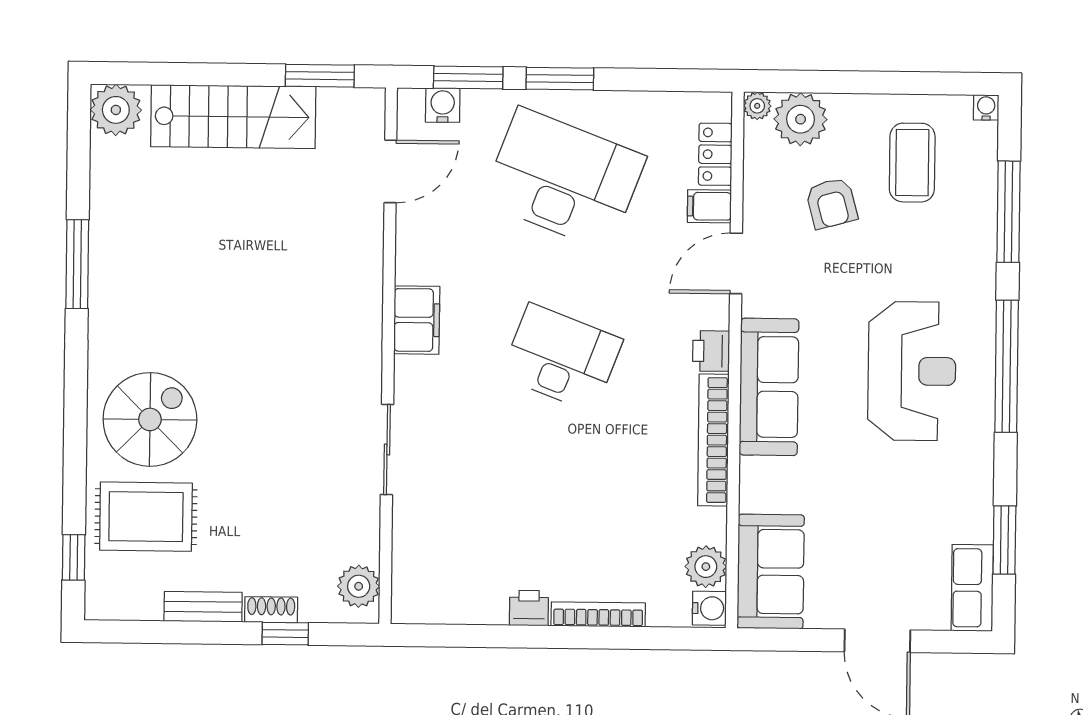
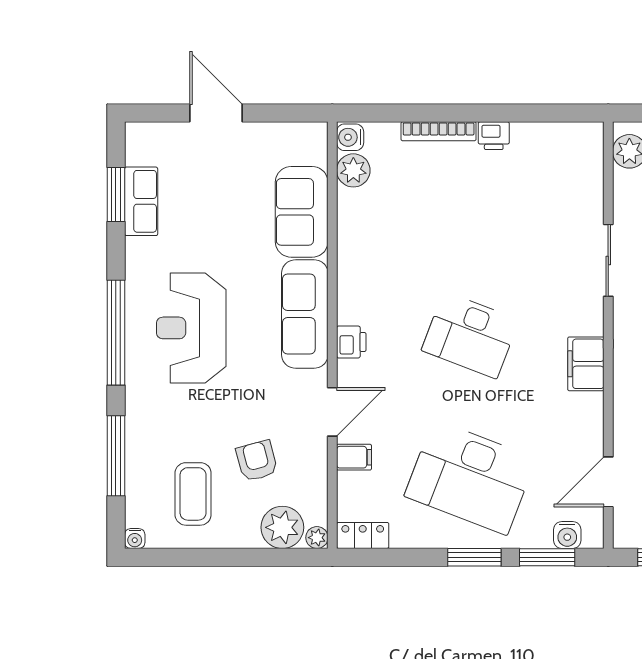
locker: (715, 154) -> (363, 535), moved, turned -90
bookcase: (713, 440) -> (349, 271), removed
sofa: (771, 572) -> (302, 212), moved
row of seats: (972, 588) -> (141, 201), moved

